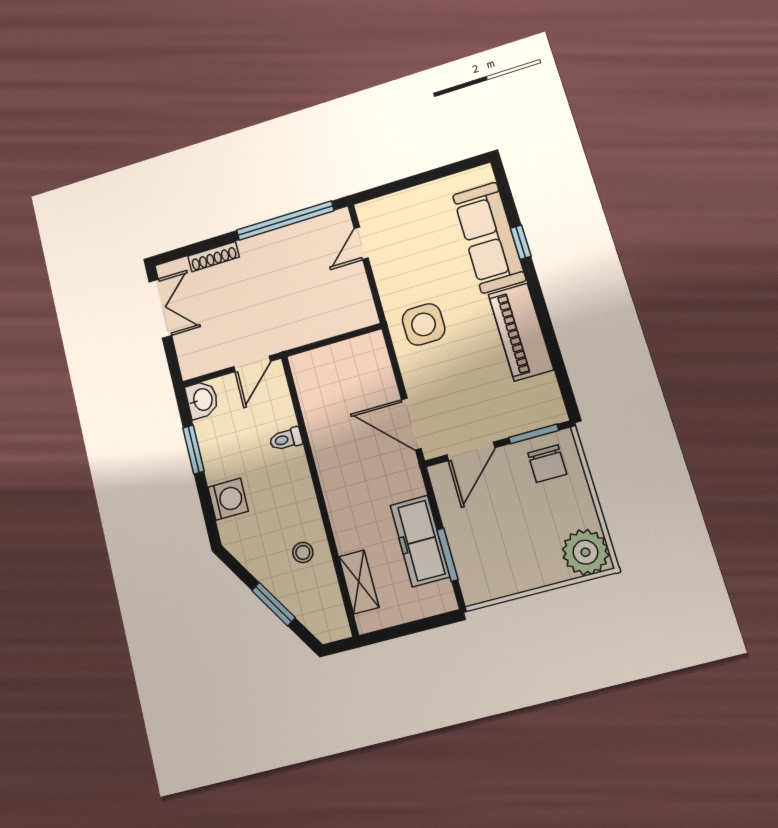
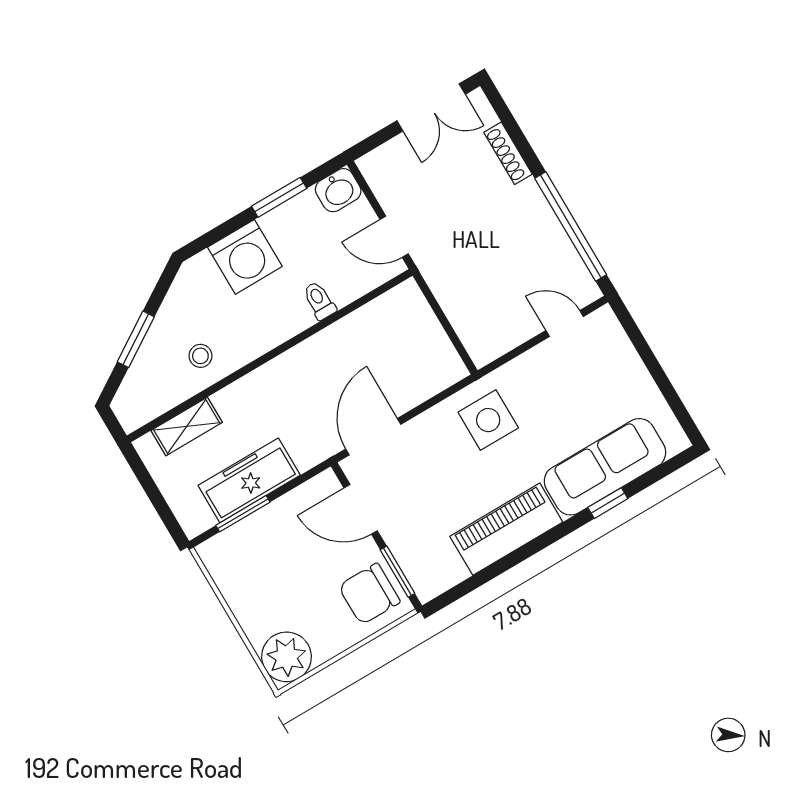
chair: (547, 464) -> (369, 594), width x1.37, depth x1.37
washing machine: (228, 499) -> (245, 257), width x1.37, depth x1.37

